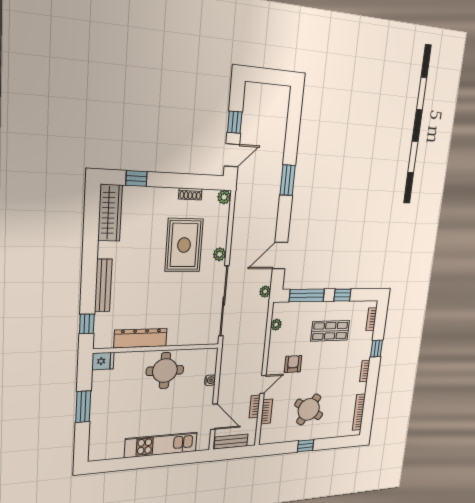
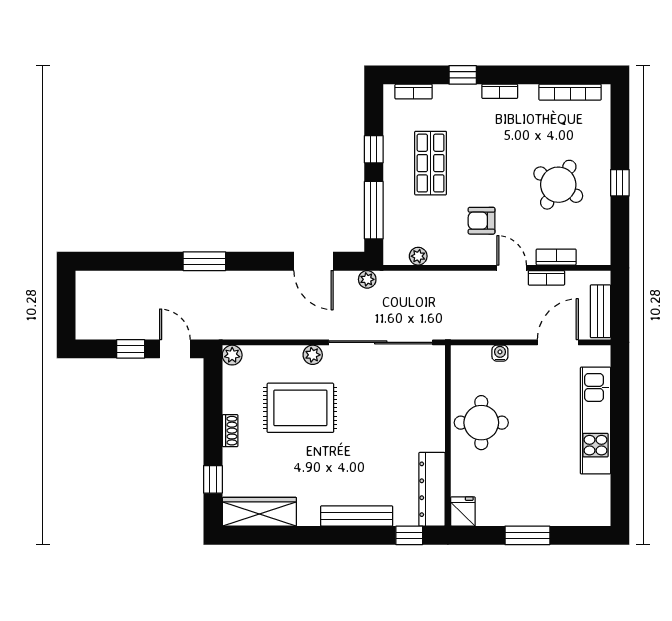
shoe rack: (190, 194) -> (230, 431), moved
dresser: (141, 338) -> (432, 489), moved

